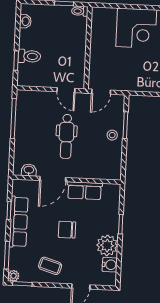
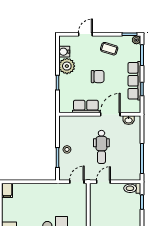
toilet: (29, 56) -> (132, 188), moved
door: (66, 90) -> (103, 182), hinge flipped
dental chair: (66, 136) -> (101, 147), turned 180

